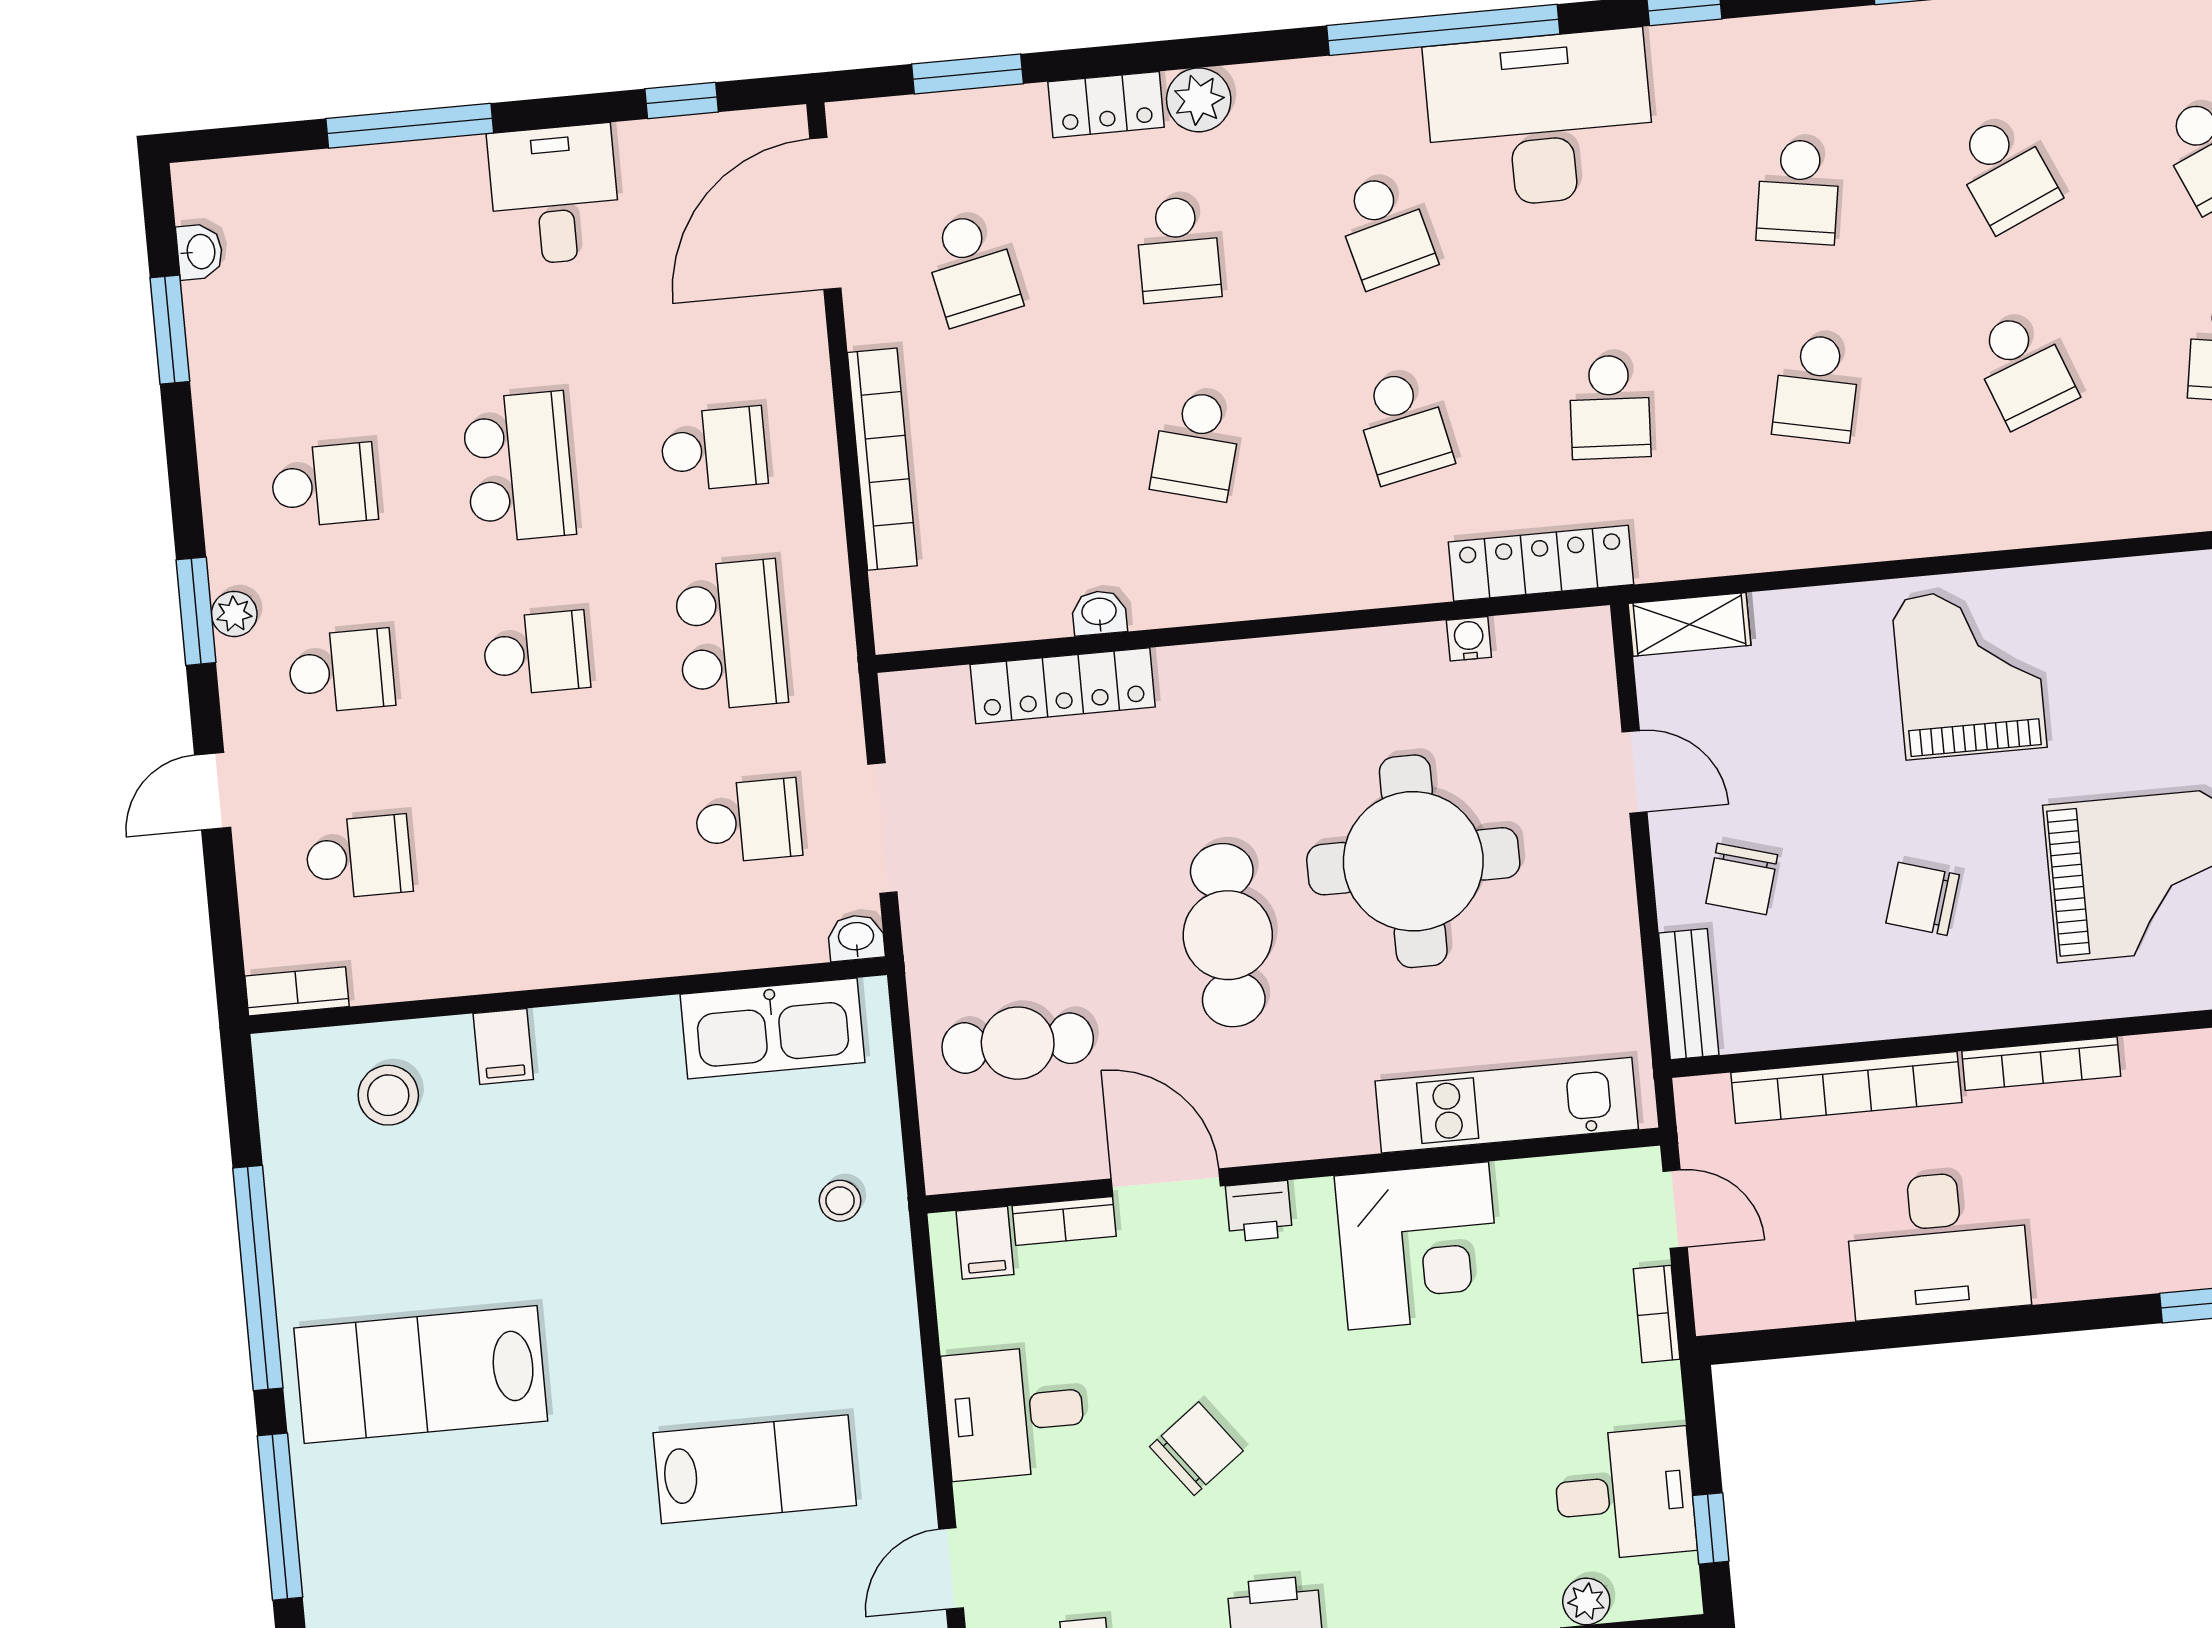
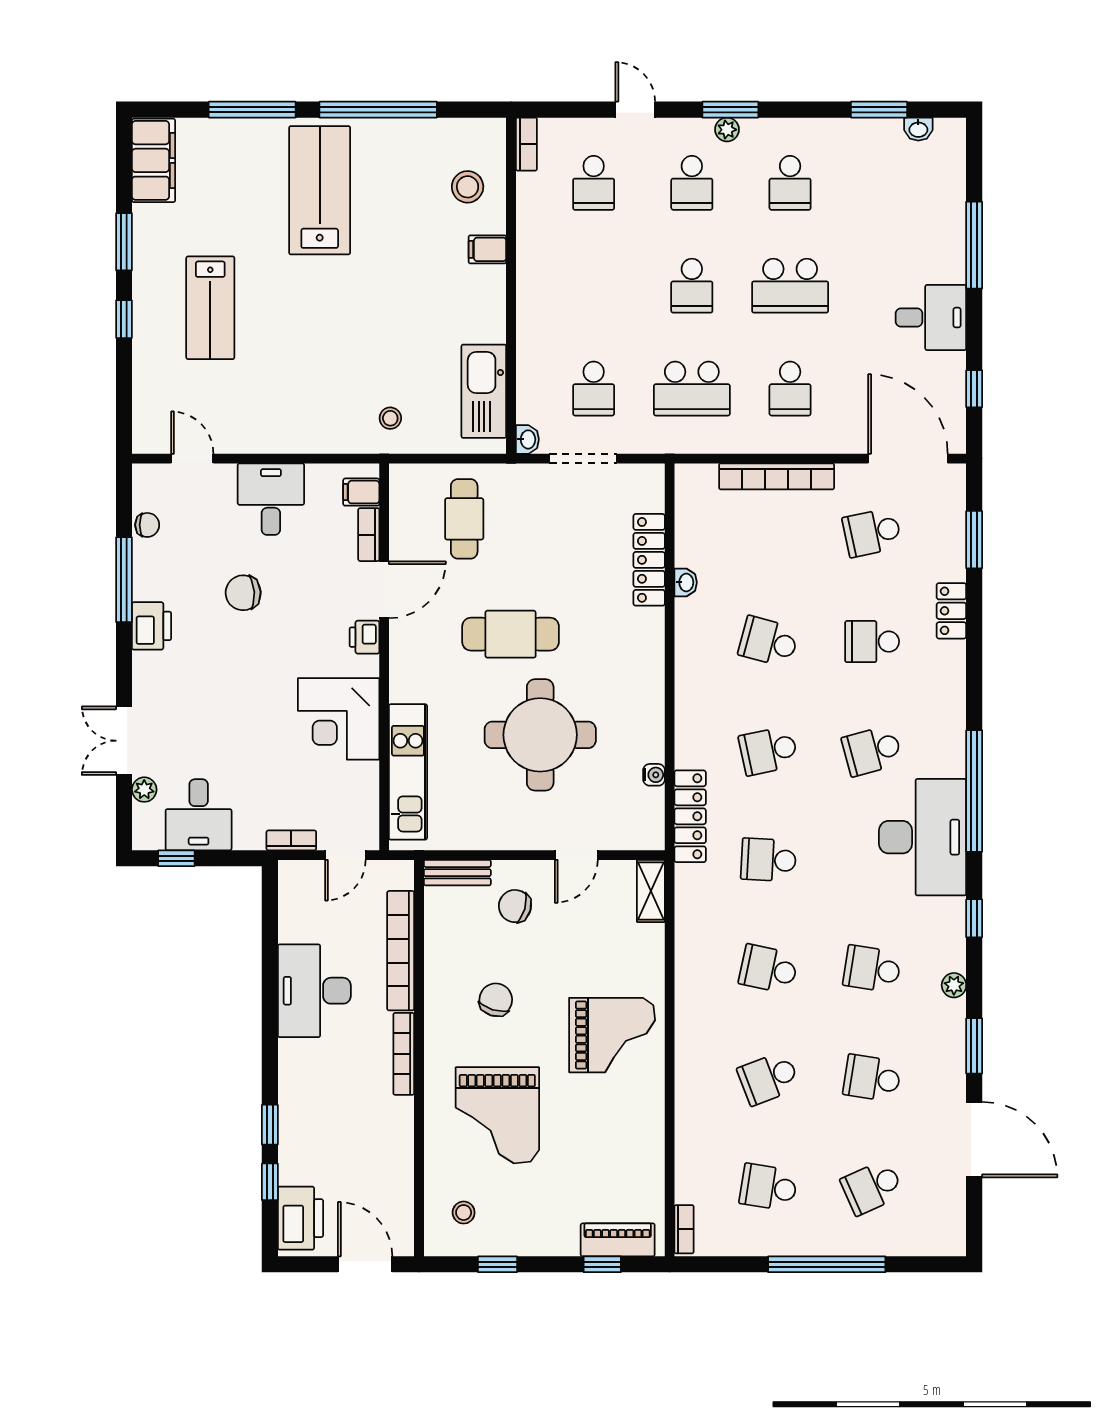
plant: (1199, 100) -> (954, 985), moved, width x0.73, depth x0.73
school desk: (2005, 173) -> (872, 1078), turned 33
chair: (1196, 1449) -> (243, 593), turned 123
lab bench: (755, 1469) -> (210, 308), moved

